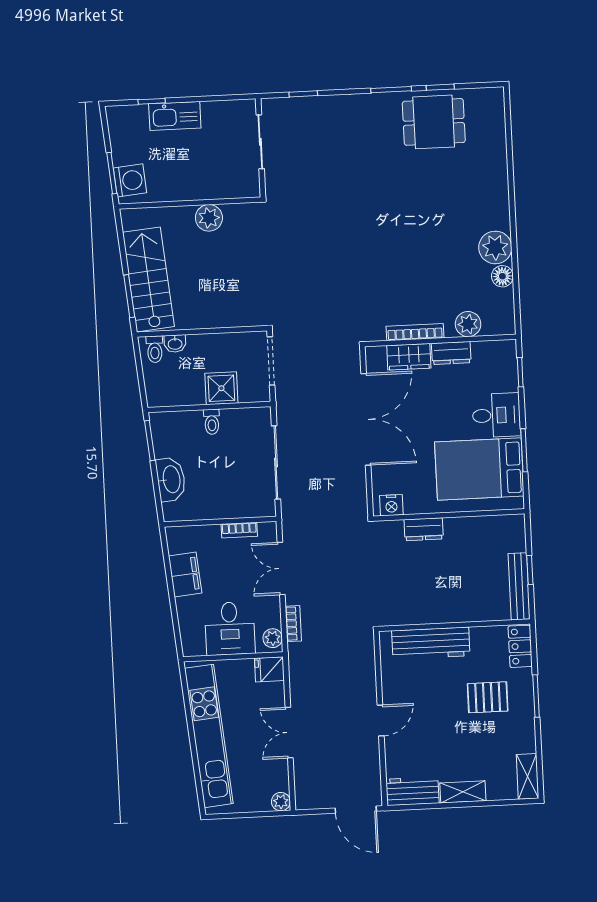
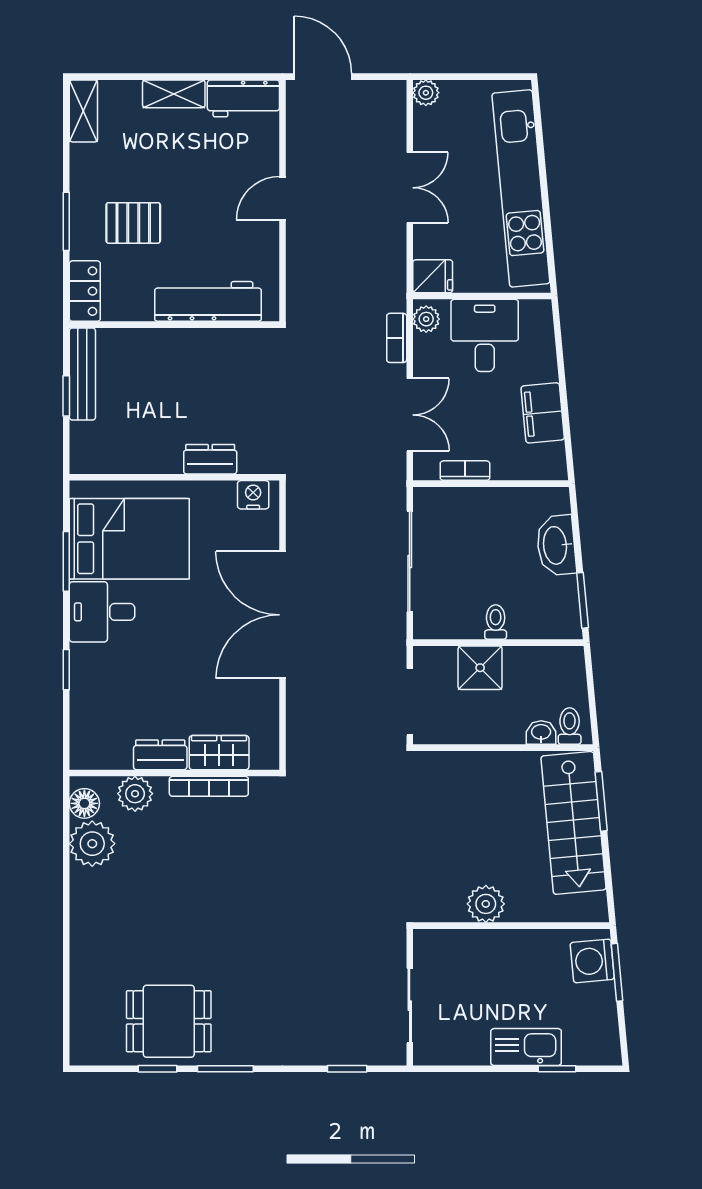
plant: (468, 324) -> (135, 794), moved
bookcase: (415, 332) -> (209, 786), moved
wall: (440, 340) -> (174, 773), moved
dresser: (451, 353) -> (160, 755), moved
wardrobe: (409, 357) -> (219, 753), moved

